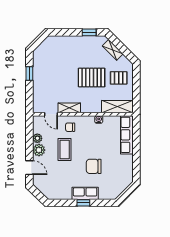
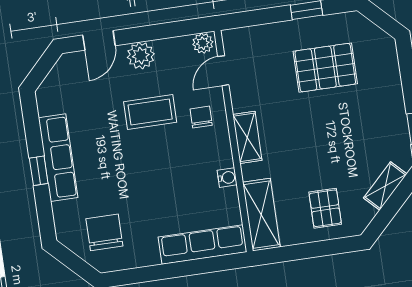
pallet: (92, 78) -> (325, 68), moved, turned 90
shelving: (69, 108) -> (247, 137), moved
plant: (37, 138) -> (203, 43), moved
chair: (94, 166) -> (104, 232), moved
row of seats: (85, 193) -> (58, 158), width x1.48

